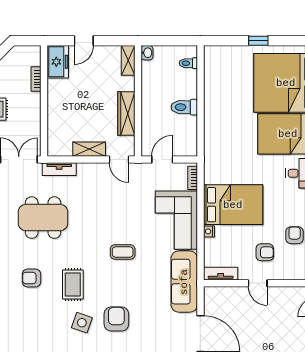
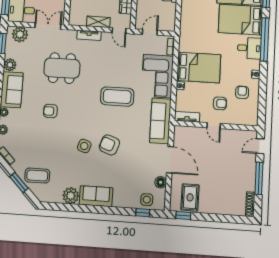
tv unit: (59, 169) -> (89, 35), moved
coffee table: (123, 252) -> (117, 97), width x1.86, depth x1.72
rug: (73, 285) -> (80, 118), removed
armchair: (116, 319) -> (109, 145), turned -70

